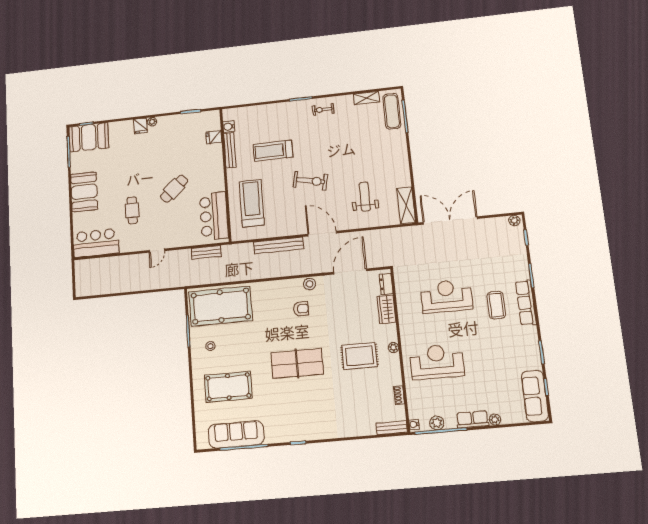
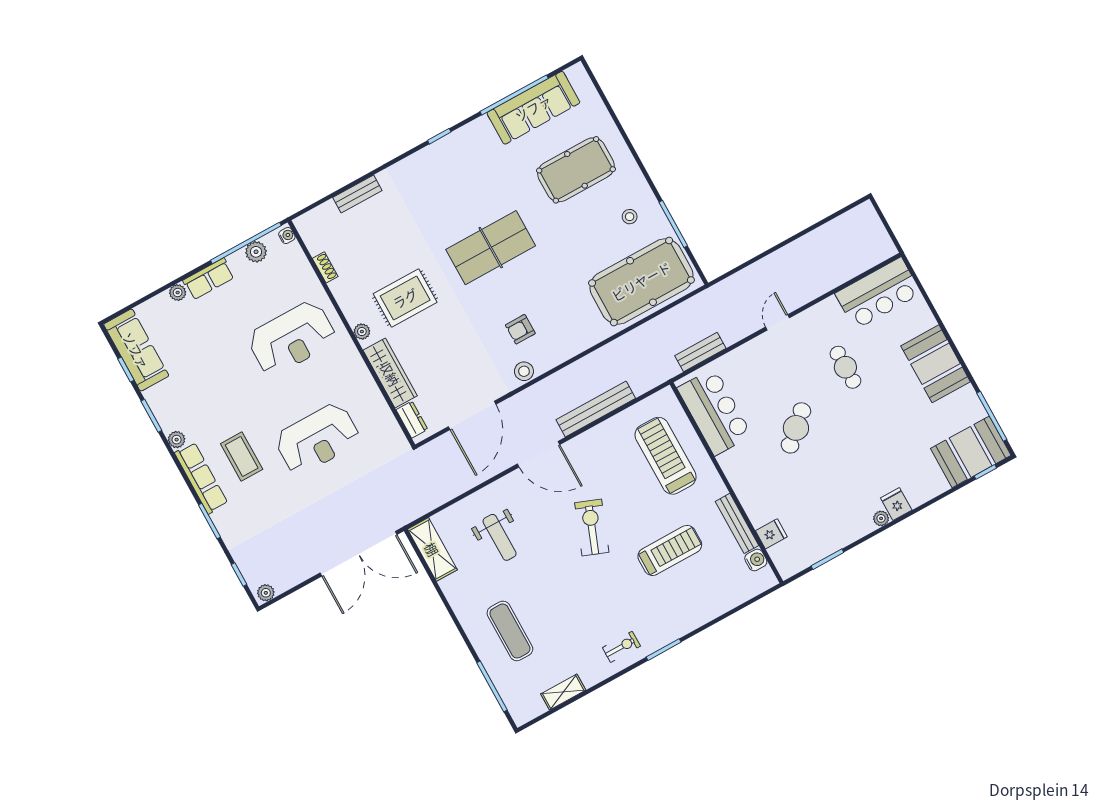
exercise mat: (392, 111) -> (510, 631), moved
exercise bike: (310, 181) -> (592, 527), turned 99
treadmill: (252, 203) -> (666, 456), turned 180
wardrobe: (386, 309) -> (390, 373), width x1.50
plant: (532, 332) -> (177, 440), added
bench: (392, 428) -> (357, 194), moved

